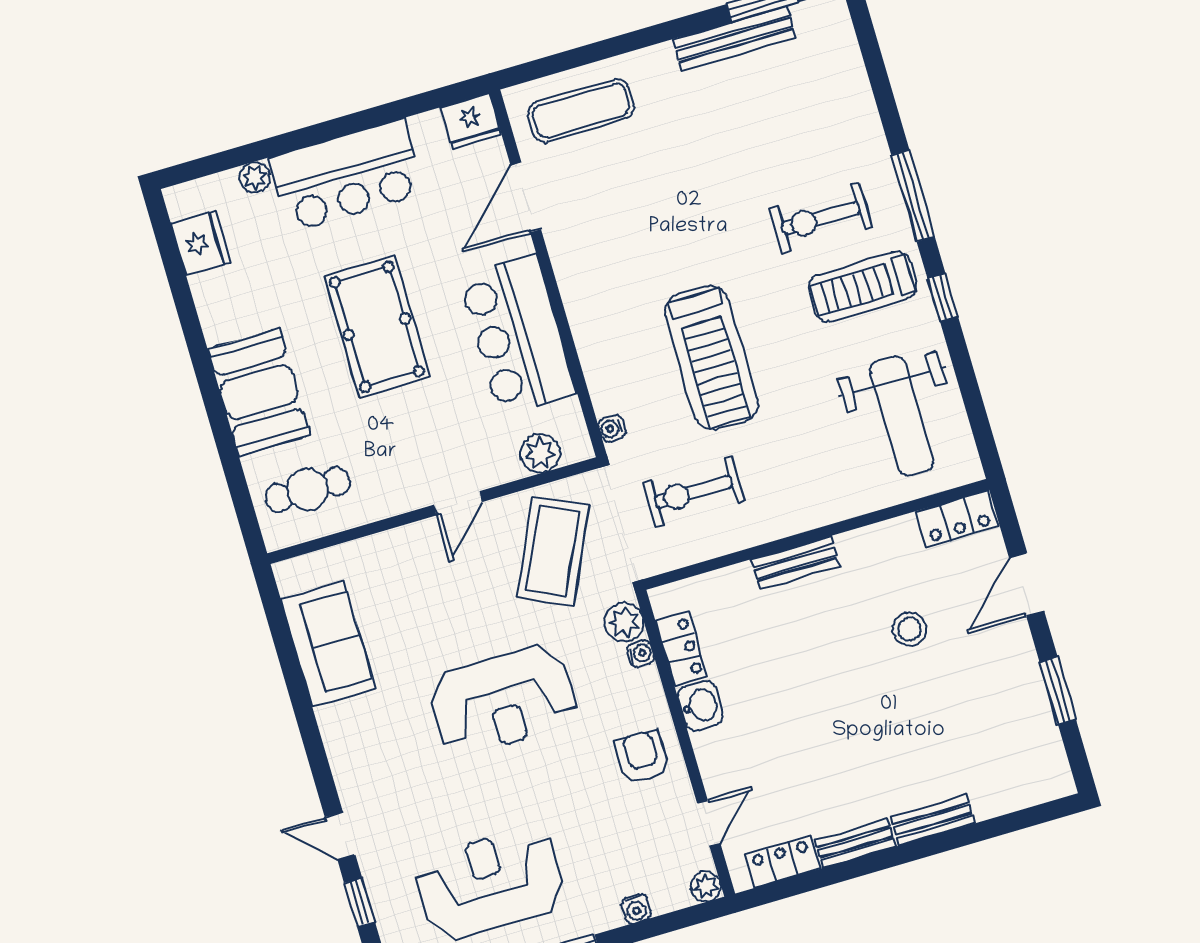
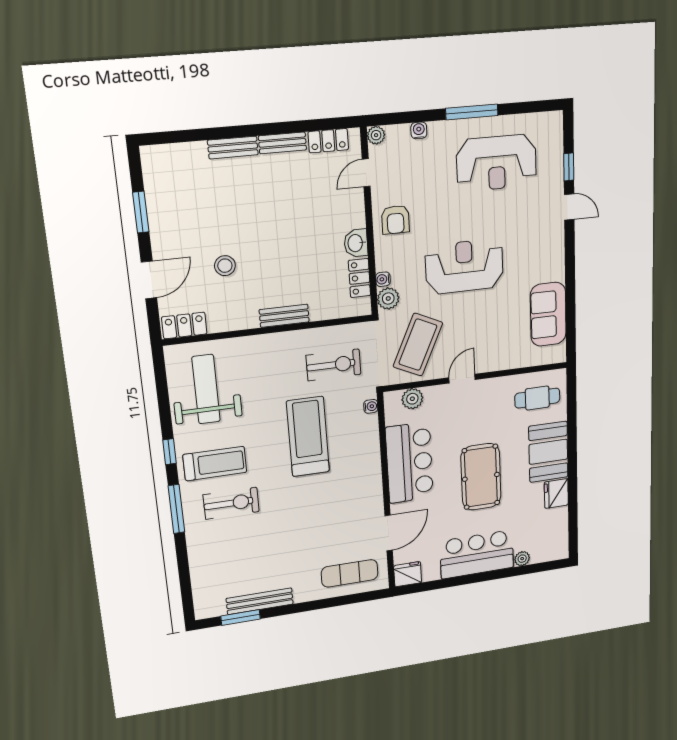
fridge: (201, 243) -> (556, 494), moved

